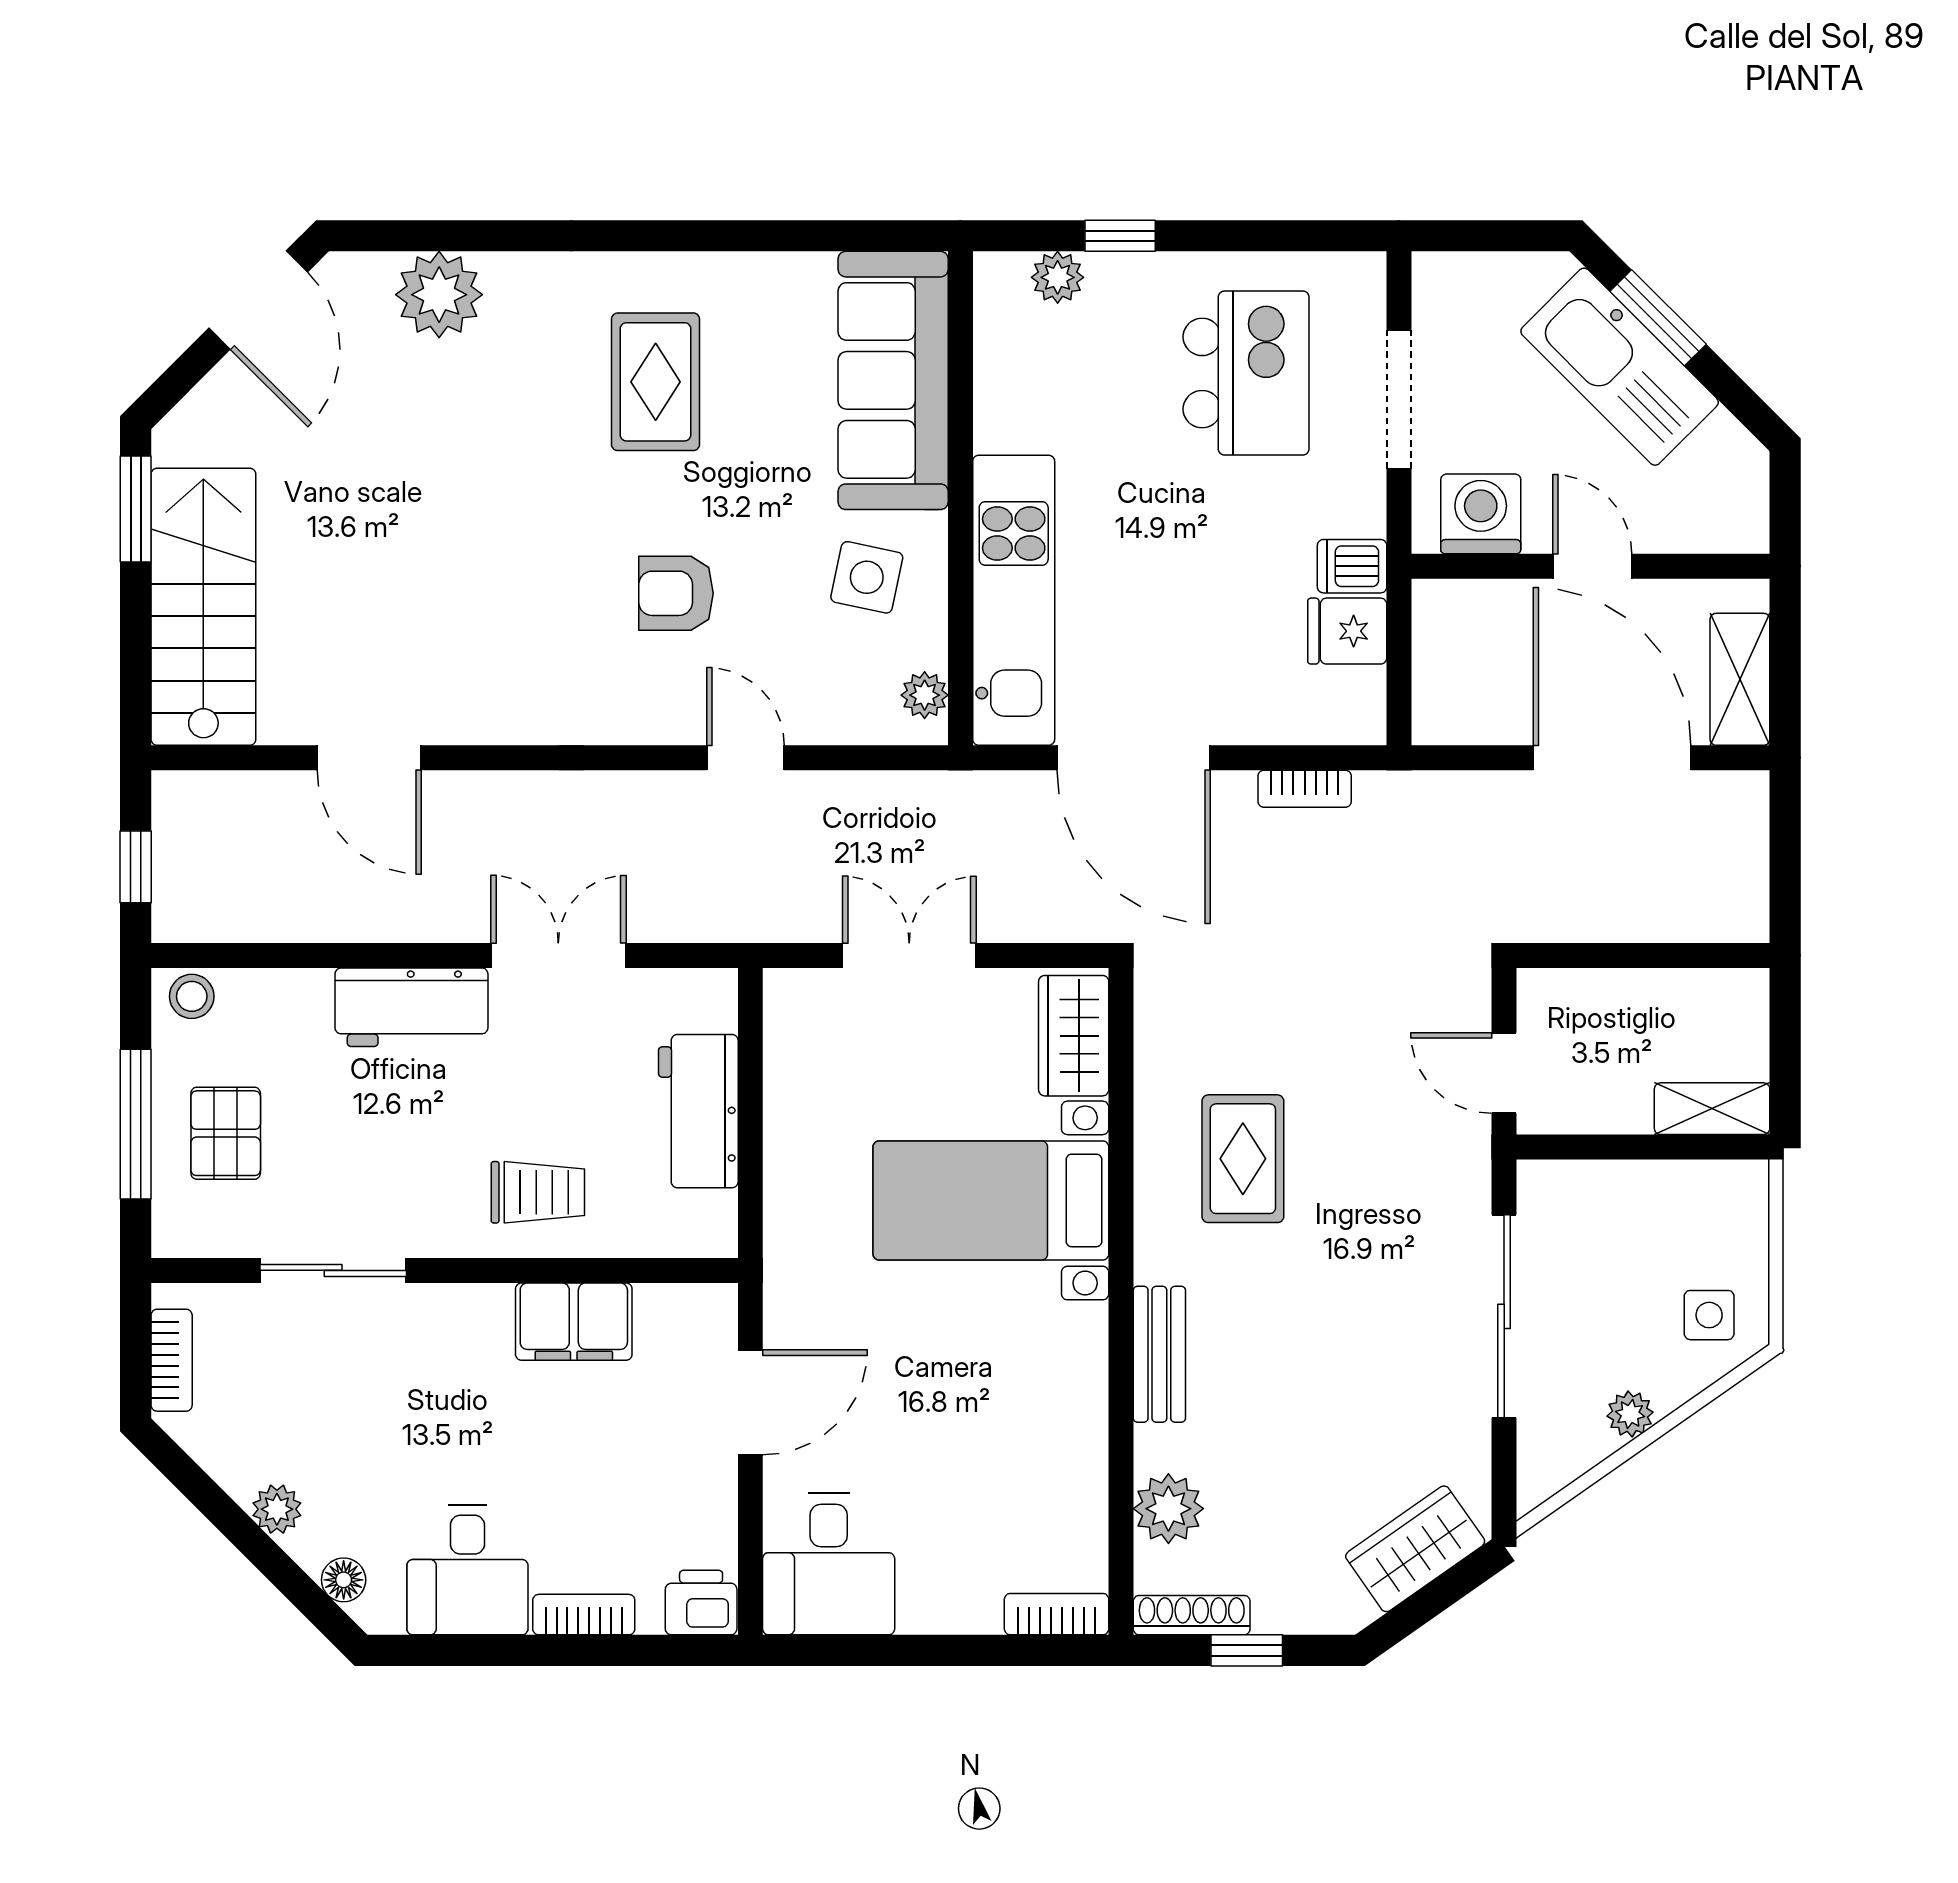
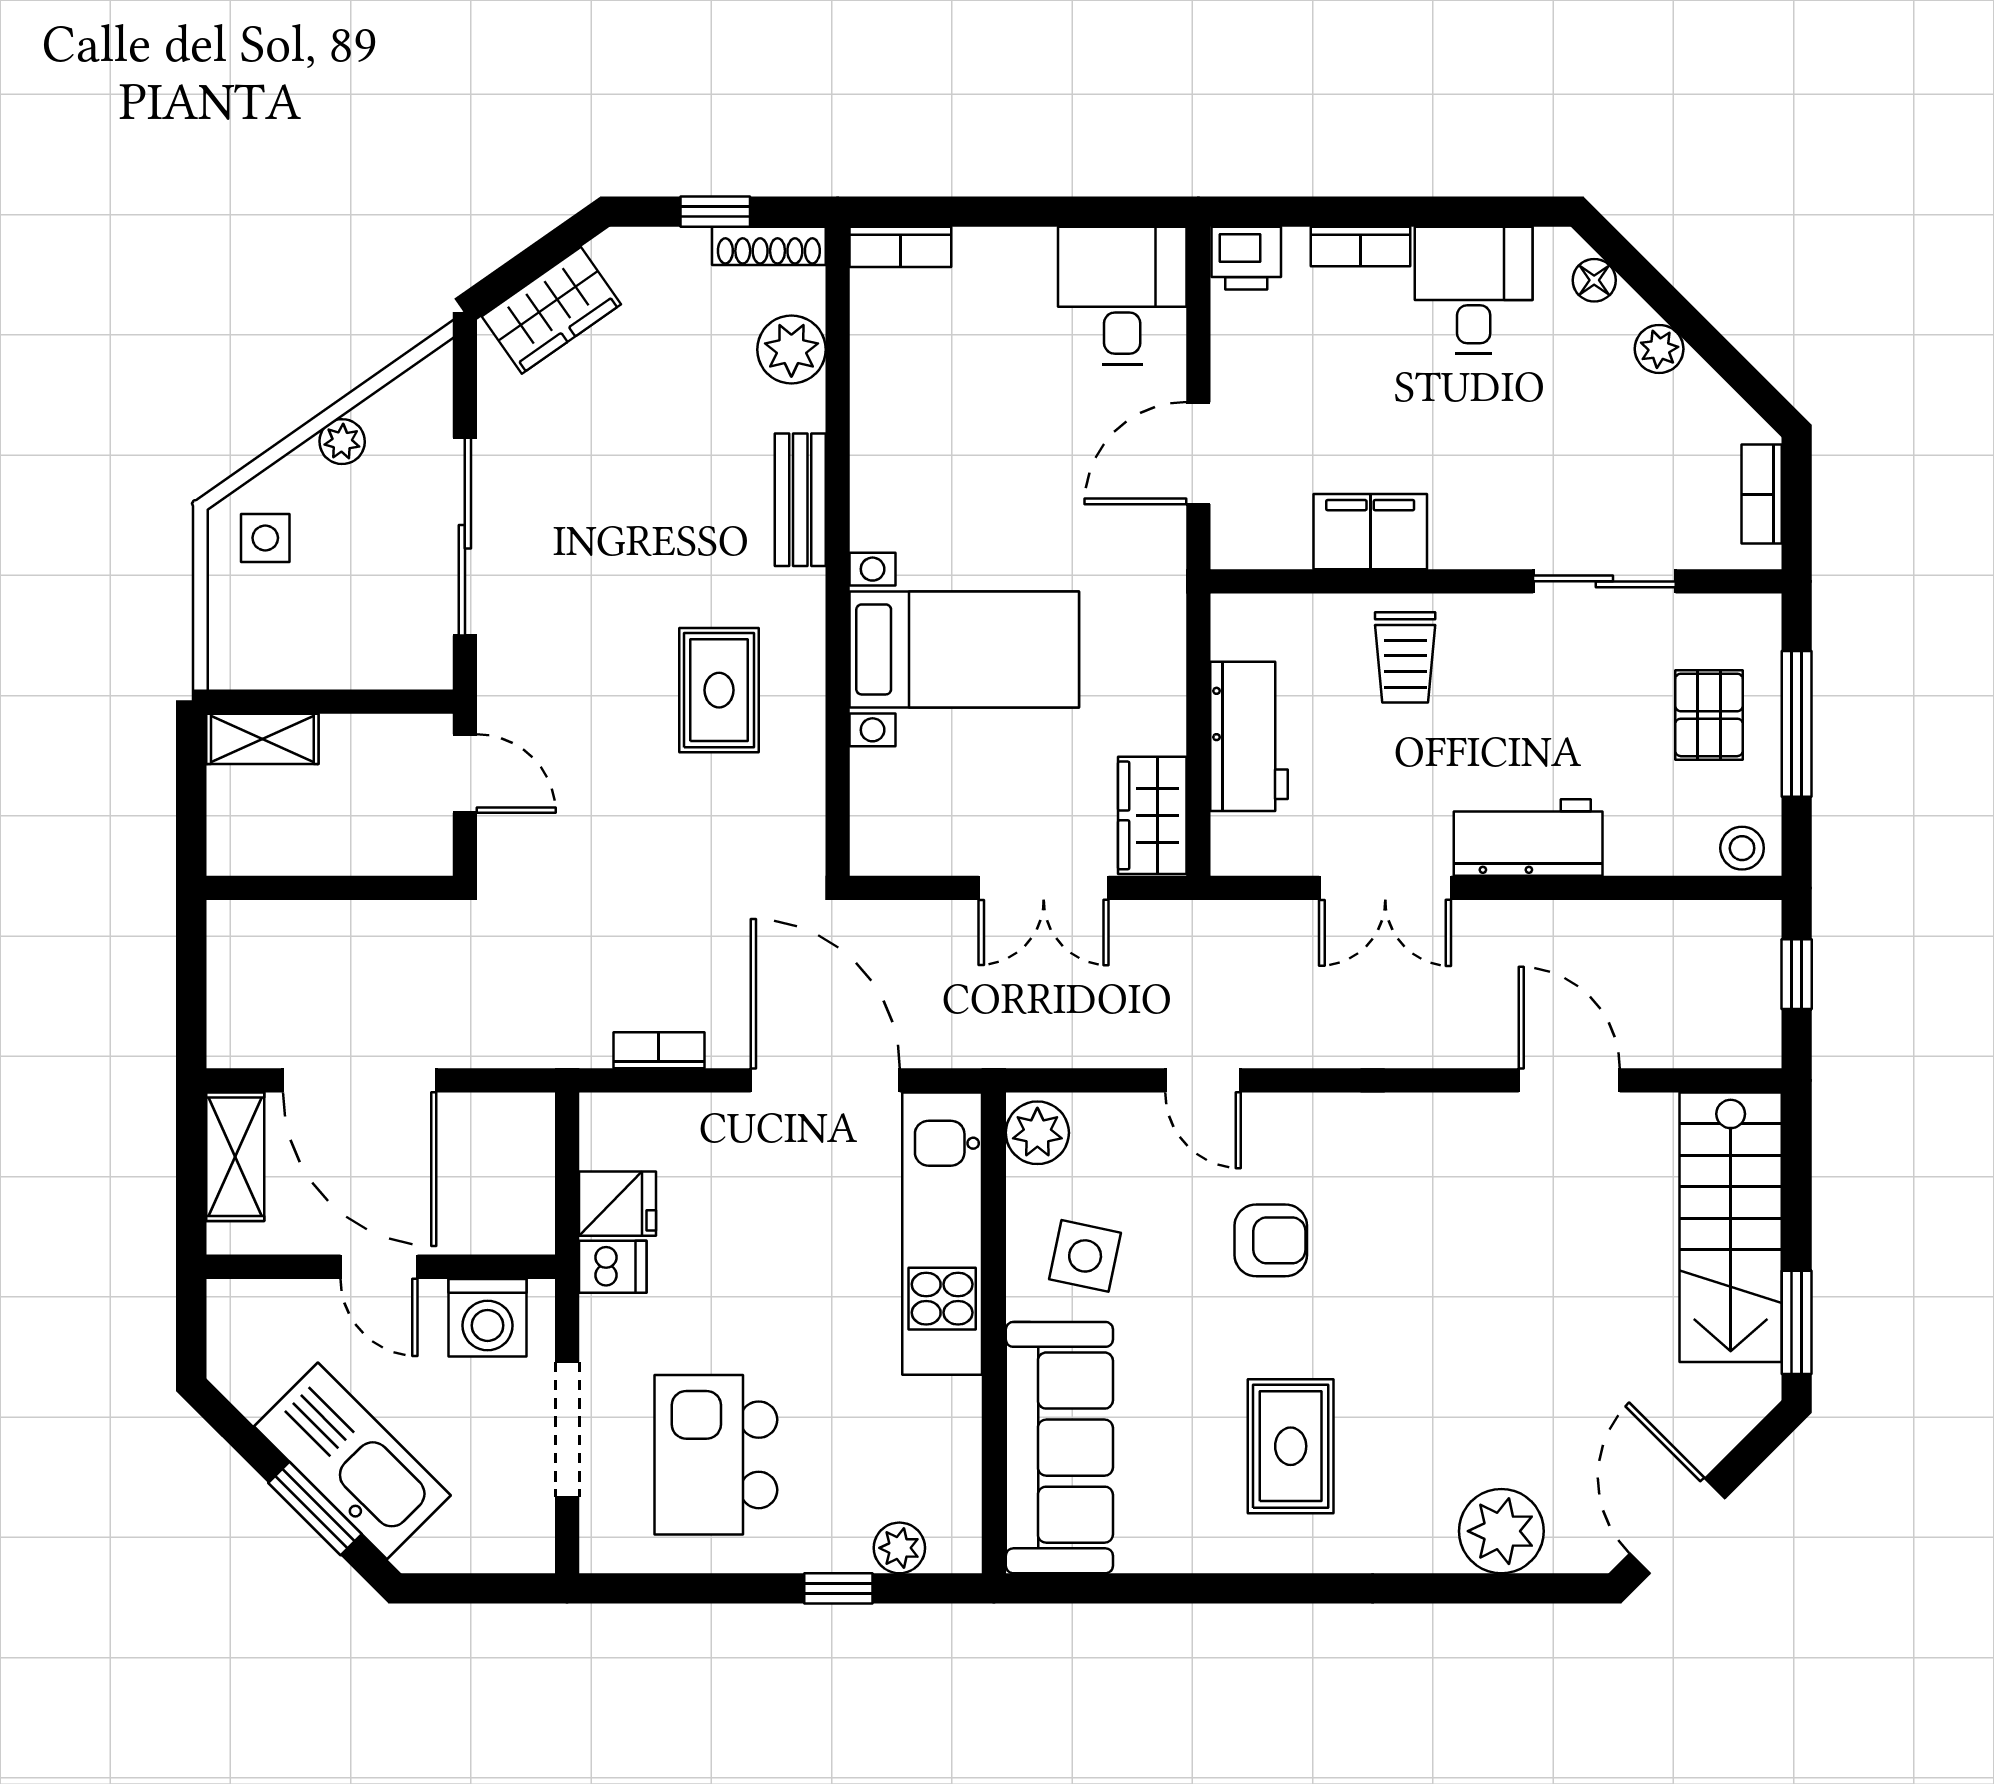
plant: (925, 695) -> (1037, 1133), width x1.38, depth x1.38
wardrobe: (1074, 1036) -> (1152, 815), moved, turned 180
trolley: (538, 1192) -> (1405, 657), turned -90

